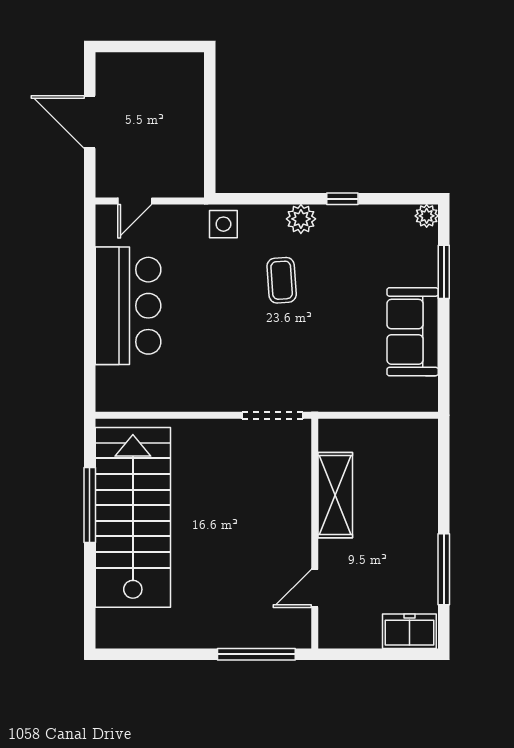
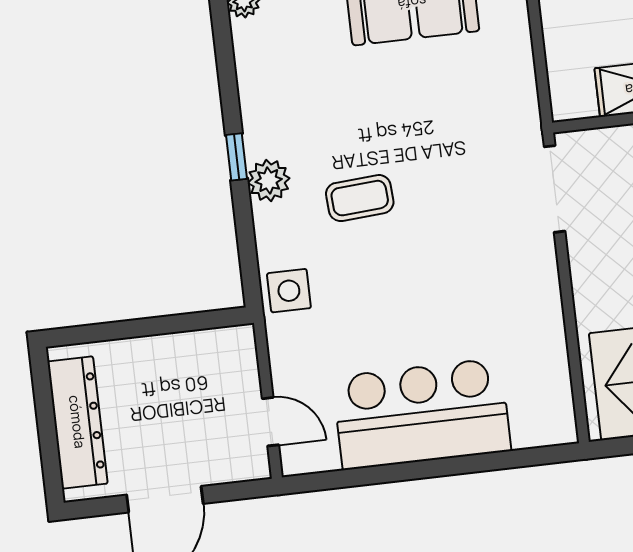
dresser: (150, 68) -> (77, 422), added
window: (342, 199) -> (236, 157), moved

